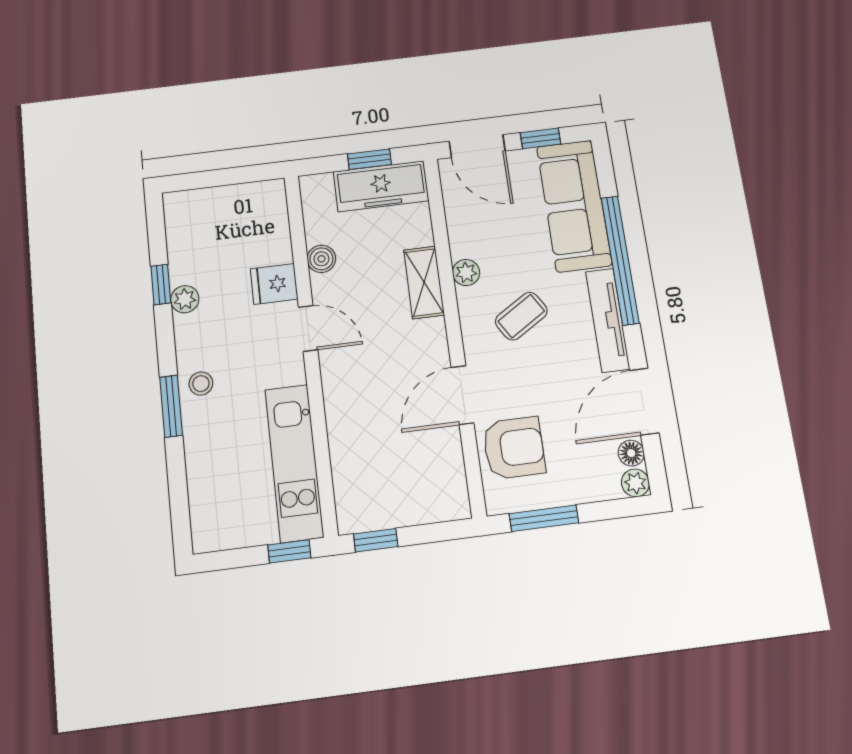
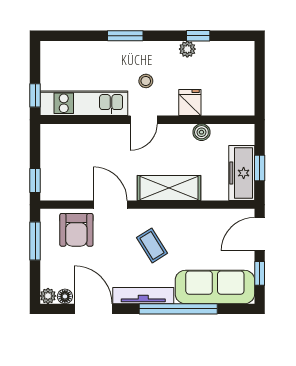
plant: (466, 273) -> (182, 217), removed
shelving: (424, 282) -> (169, 188), width x1.50, depth x1.33
door: (308, 328) -> (144, 120), moved
stool: (201, 384) -> (146, 81), moved
window: (376, 540) -> (35, 181), moved

